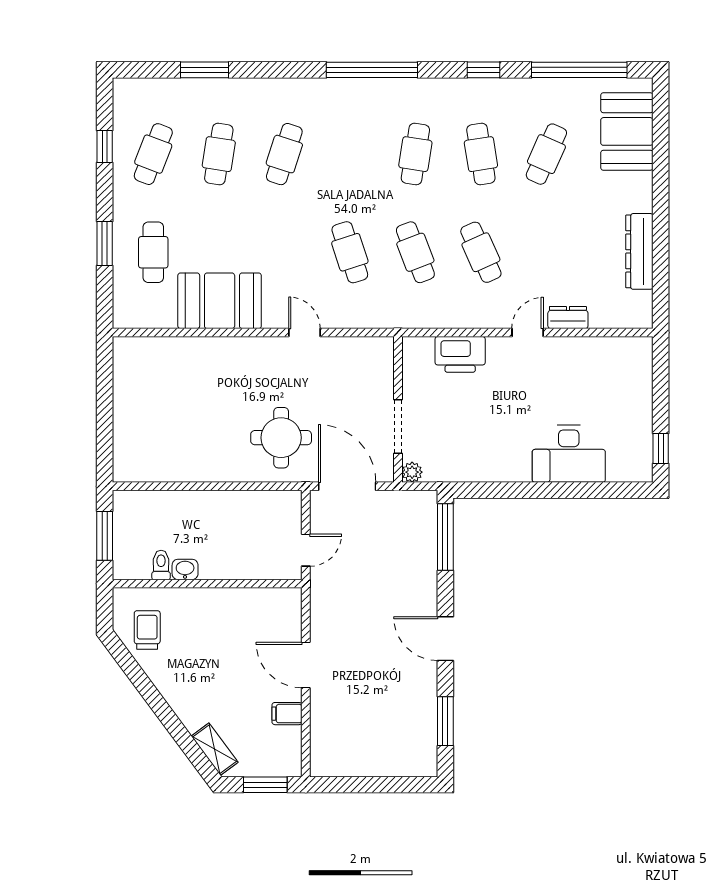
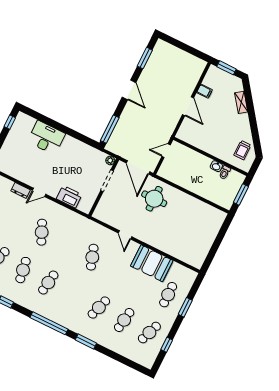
window: (204, 70) -> (86, 342), moved
cafe table: (415, 252) -> (67, 245), removed
shelving: (215, 749) -> (241, 102), moved

